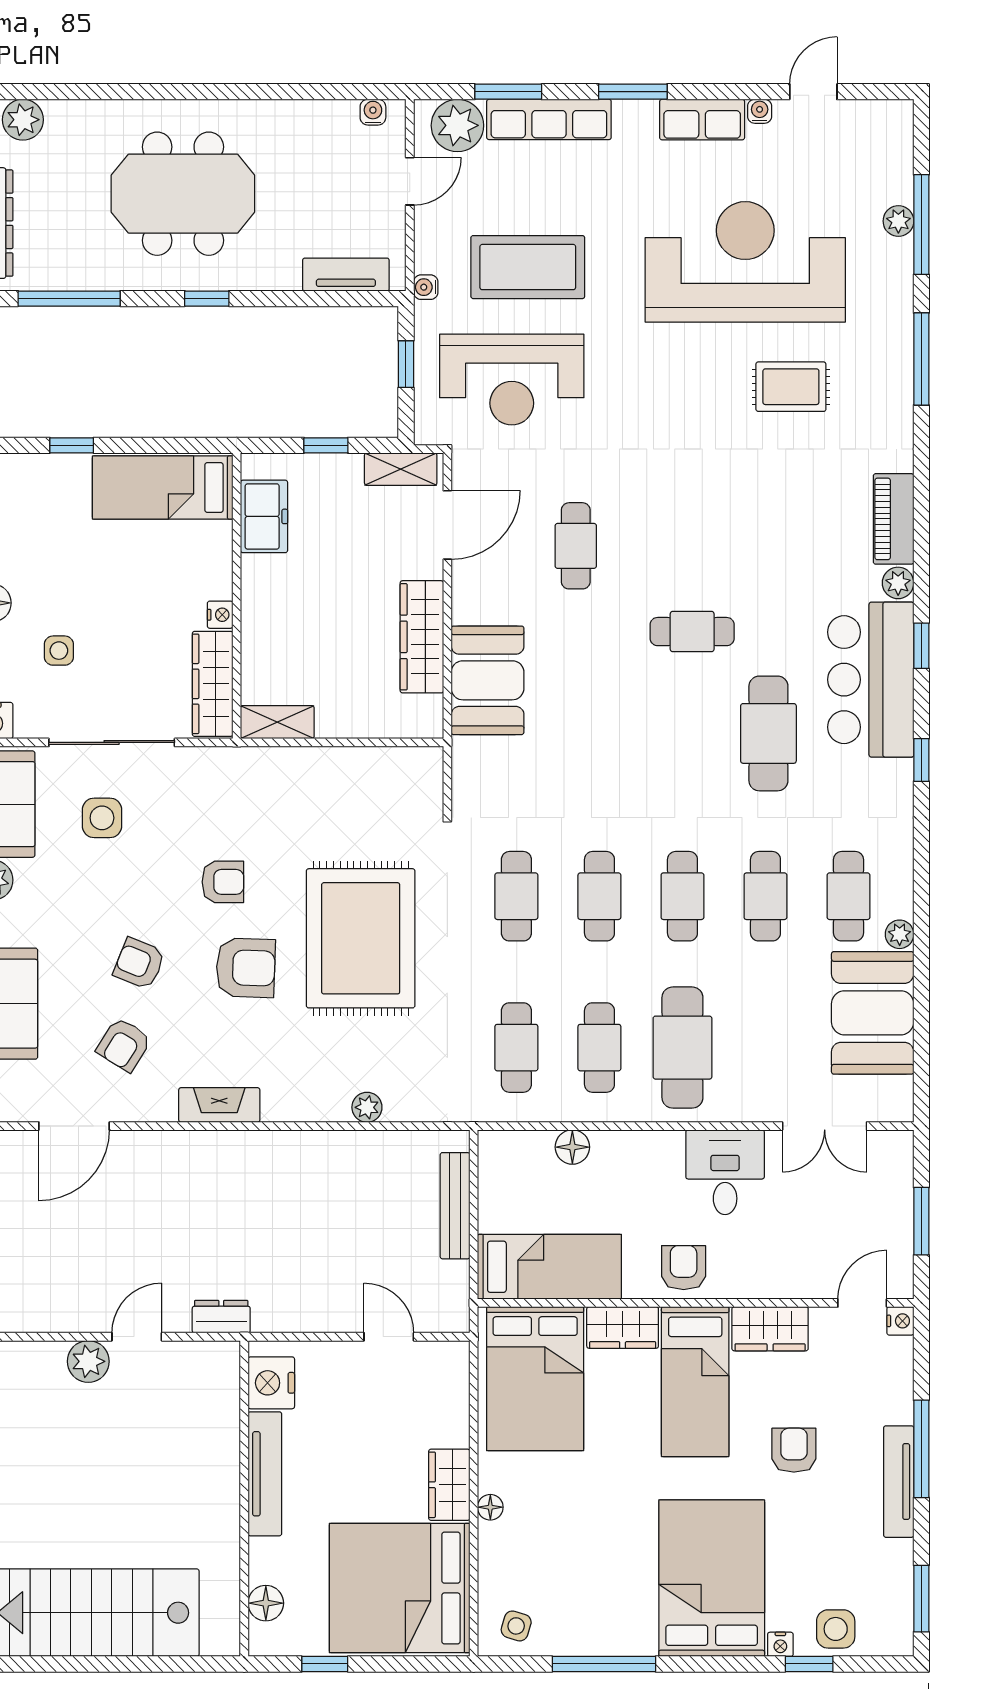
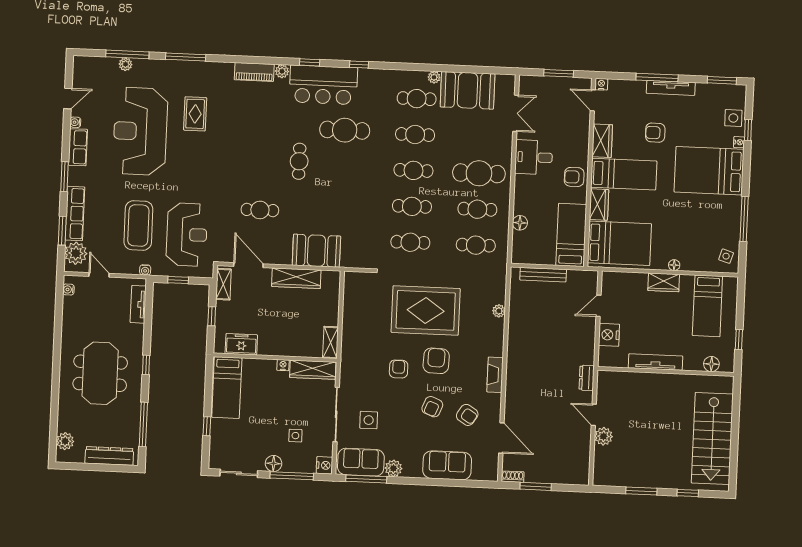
door: (813, 92) -> (68, 99), swing flipped
nightstand: (271, 1383) -> (609, 335), moved, turned 90
bed: (400, 1588) -> (707, 306), width x0.49

